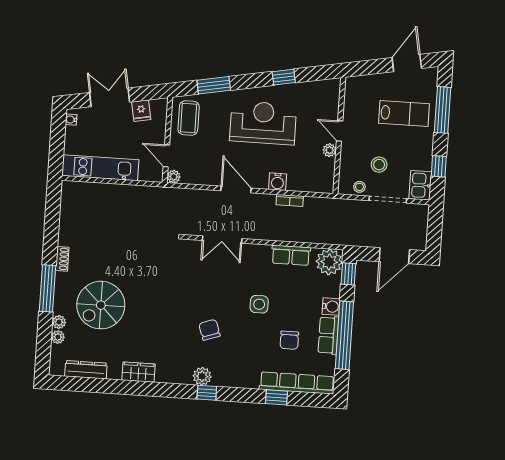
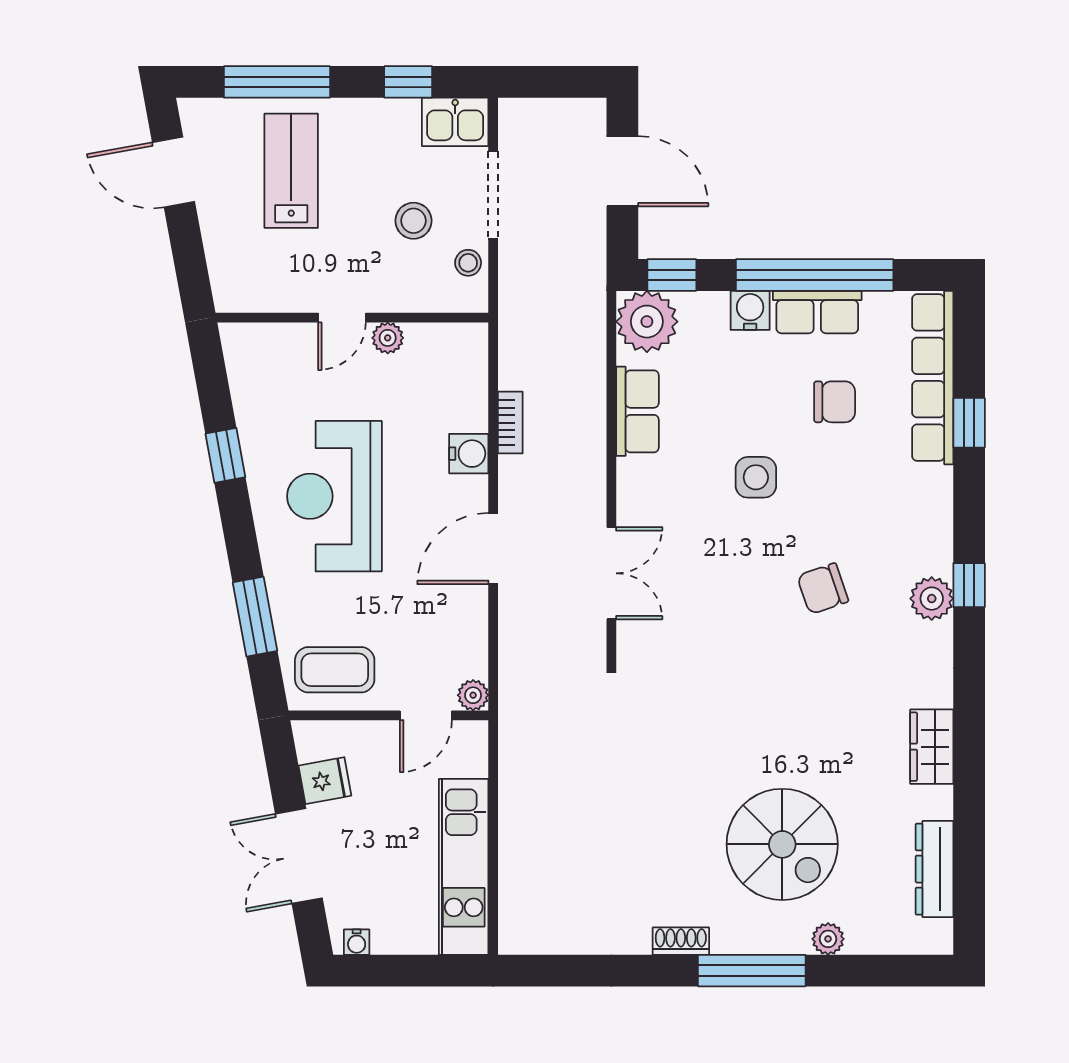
plant: (58, 337) -> (863, 939), removed

